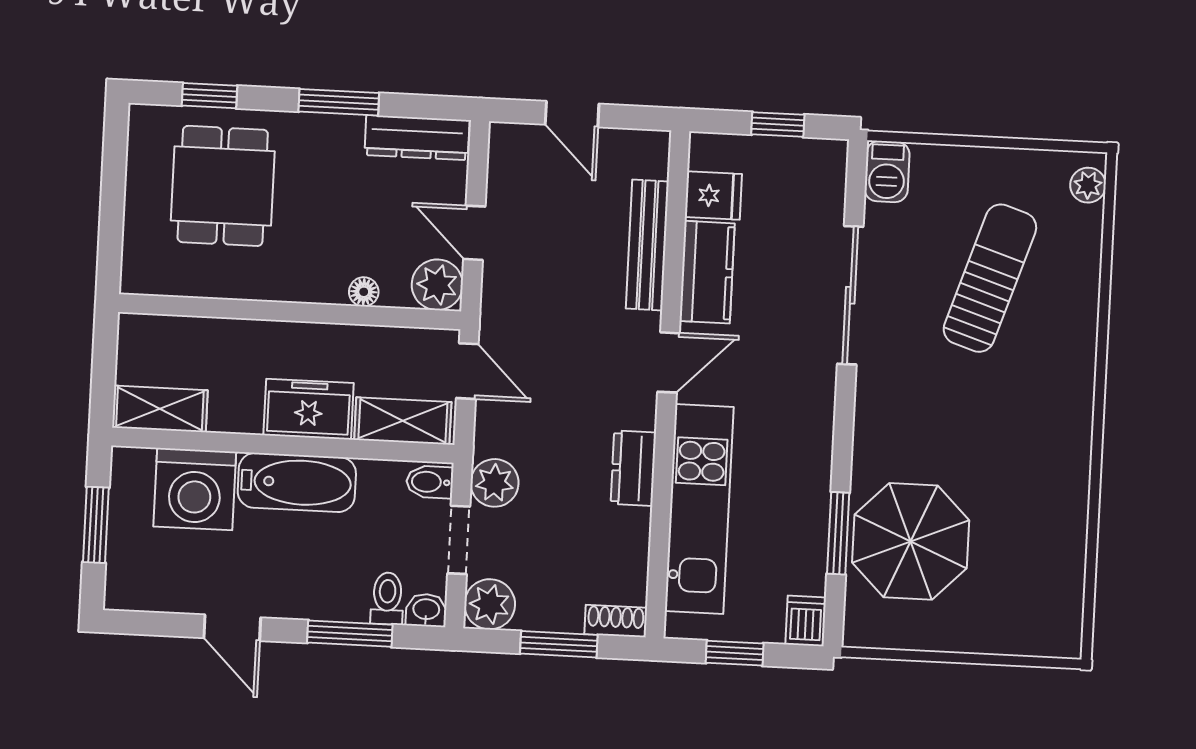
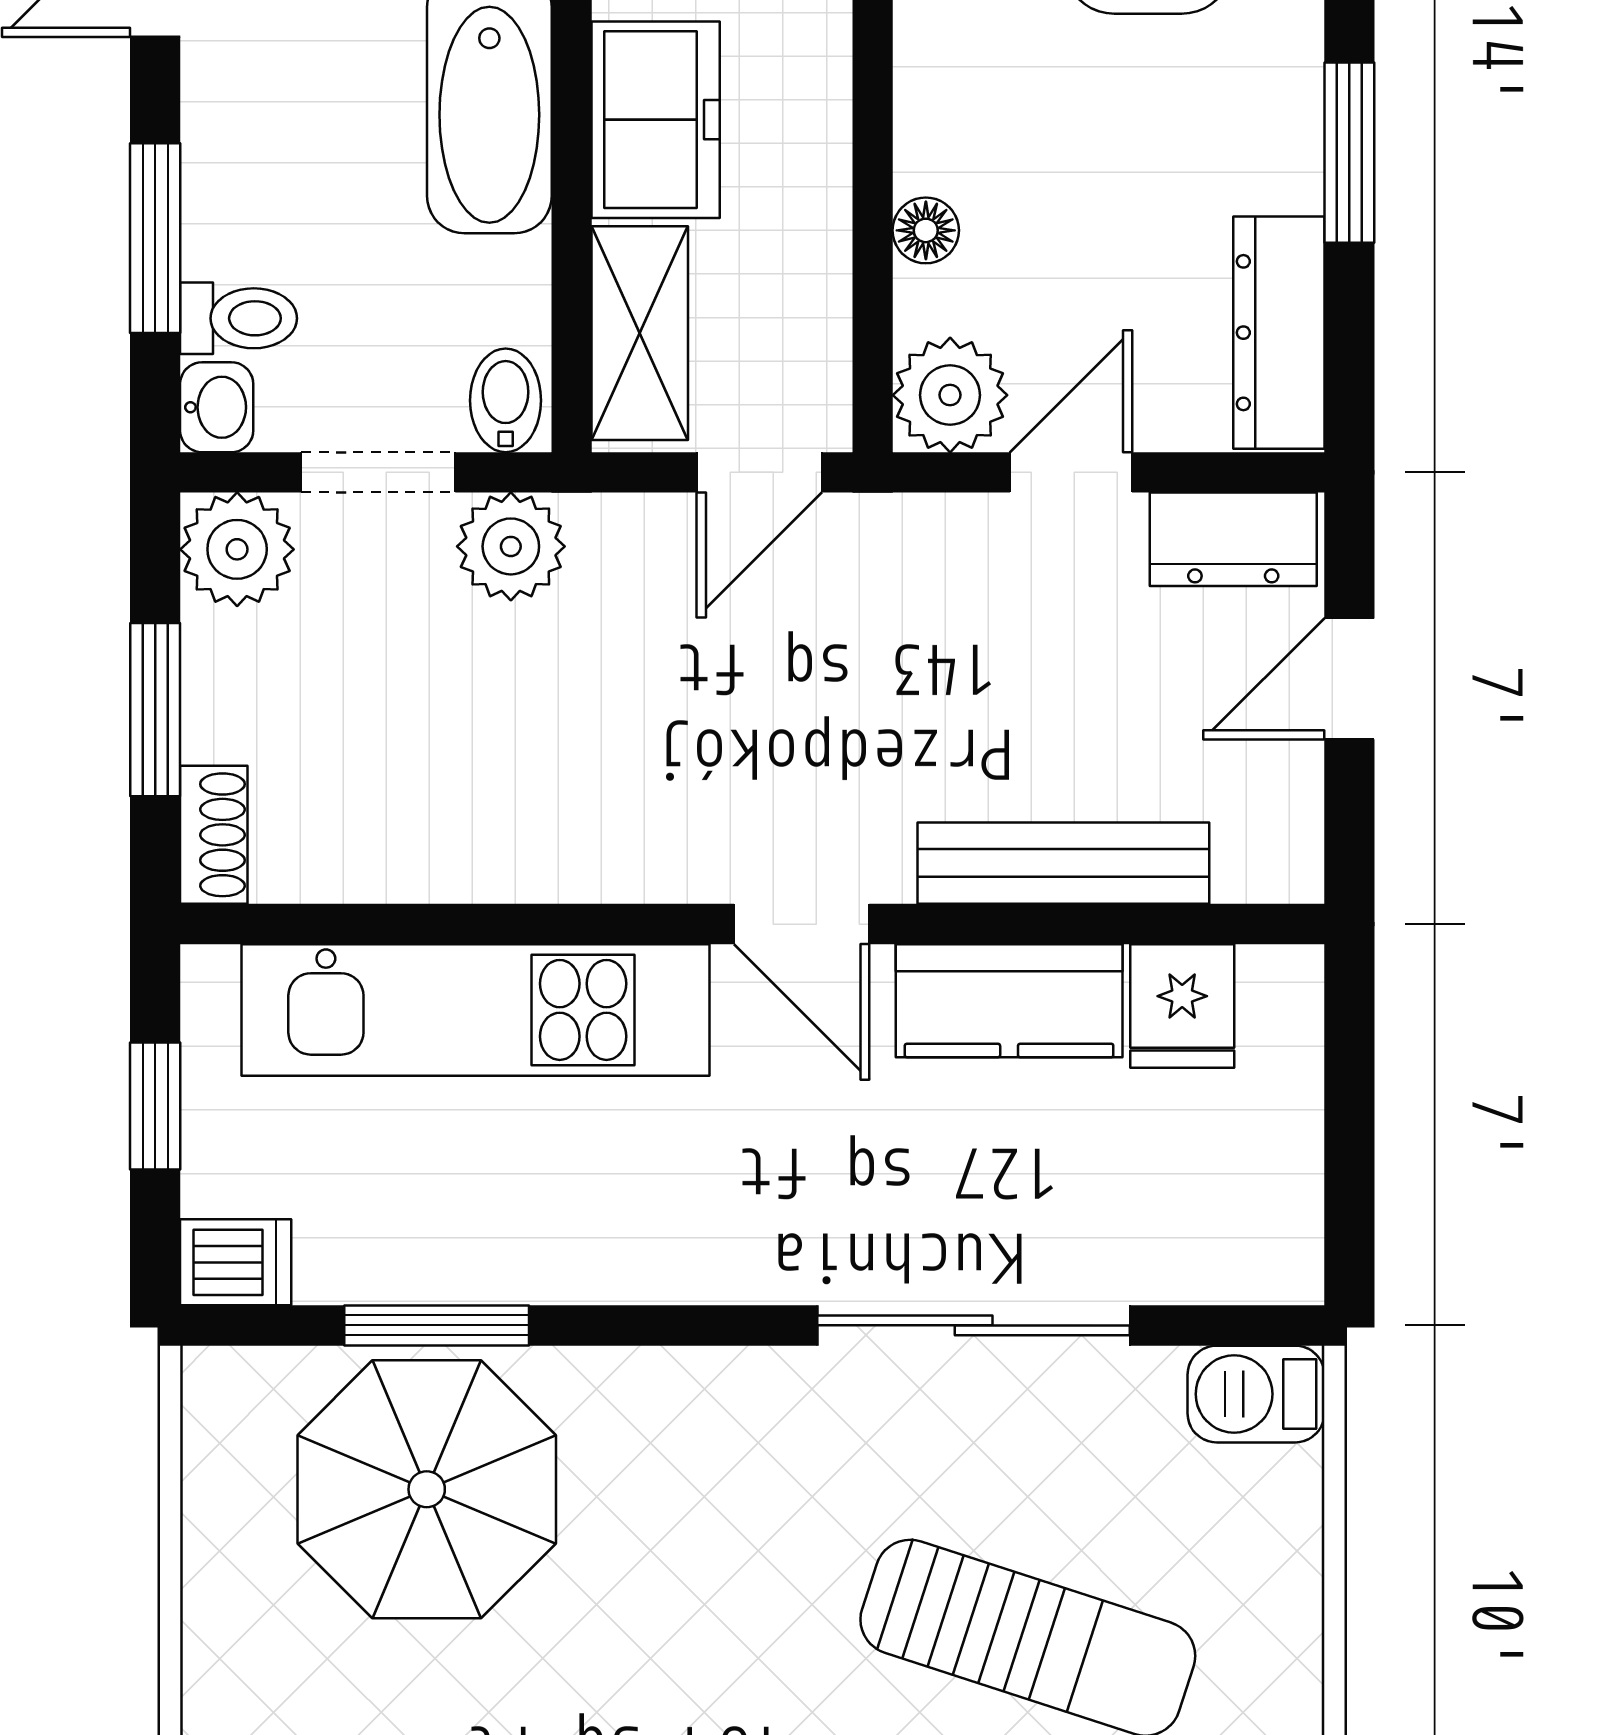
window: (778, 125) -> (1349, 1143), removed
dresser: (633, 468) -> (1233, 539), moved, turned 180

